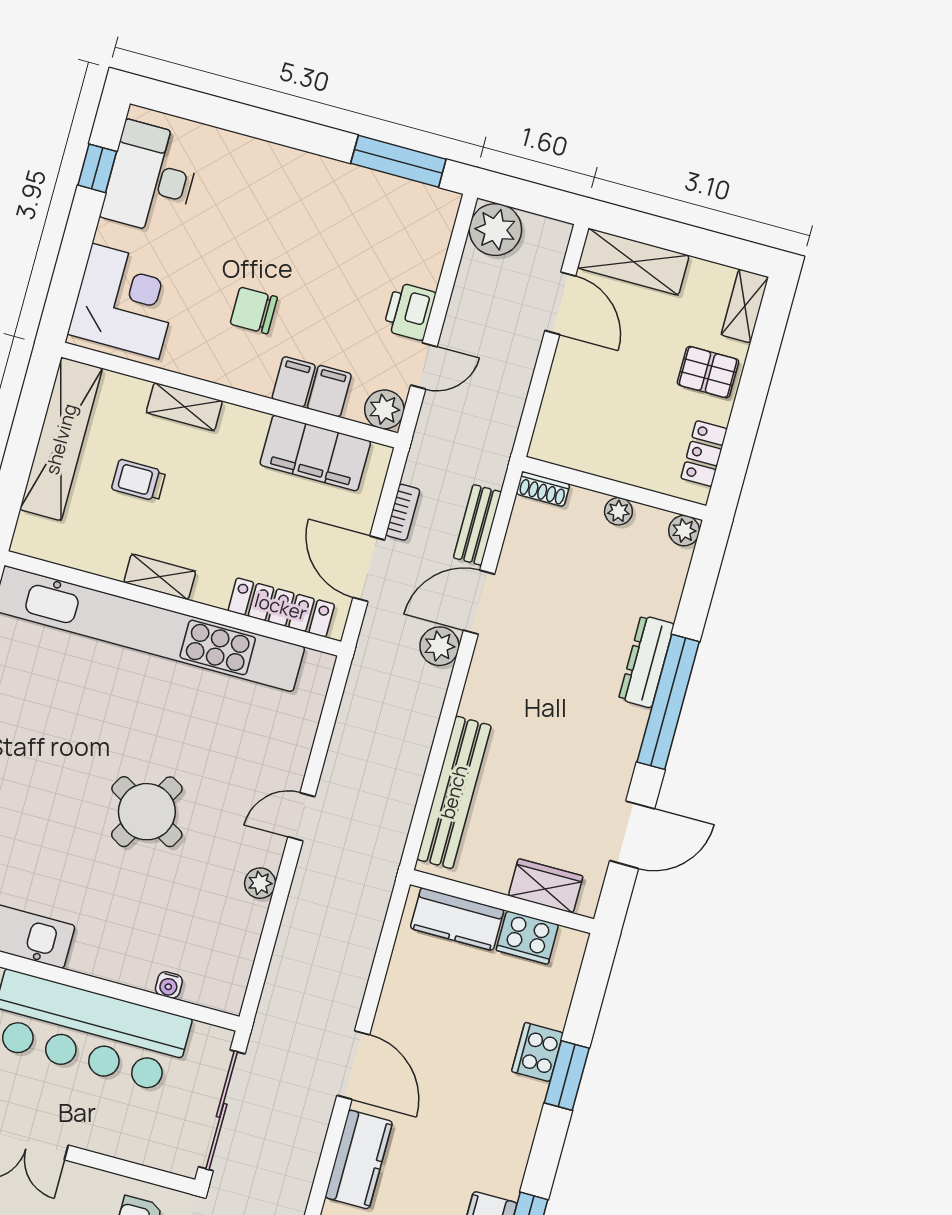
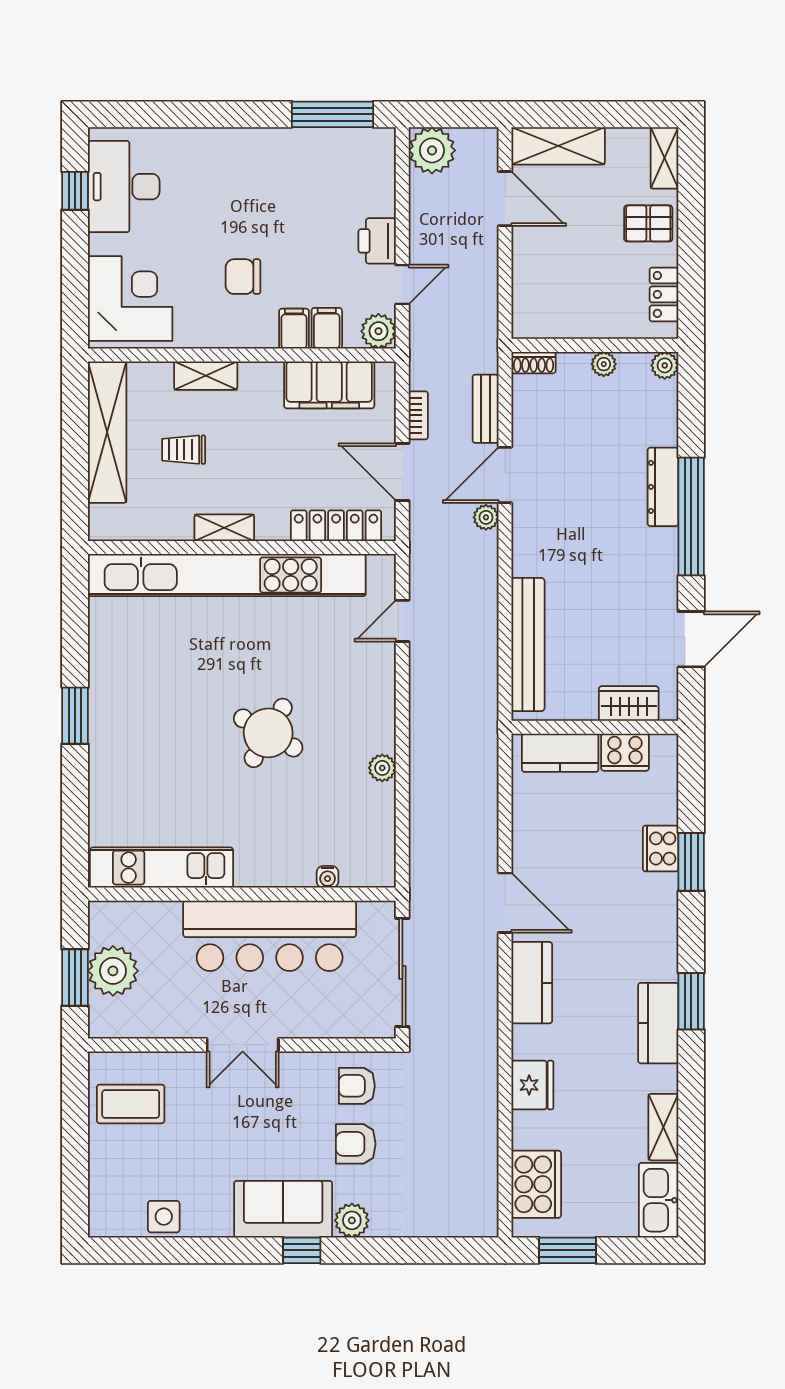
plant: (439, 646) -> (486, 517), width x0.73, depth x0.73
door: (301, 817) -> (402, 621), moved

